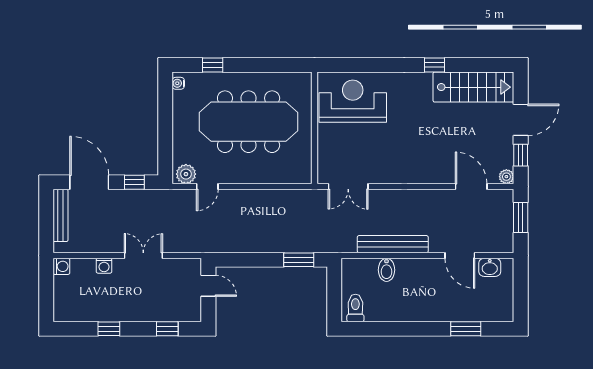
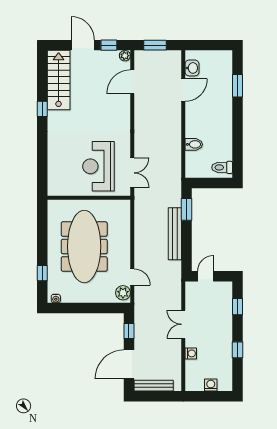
reception desk: (353, 101) -> (99, 166), moved
bench: (393, 244) -> (175, 234), moved
washing machine: (61, 266) -> (211, 385), moved

